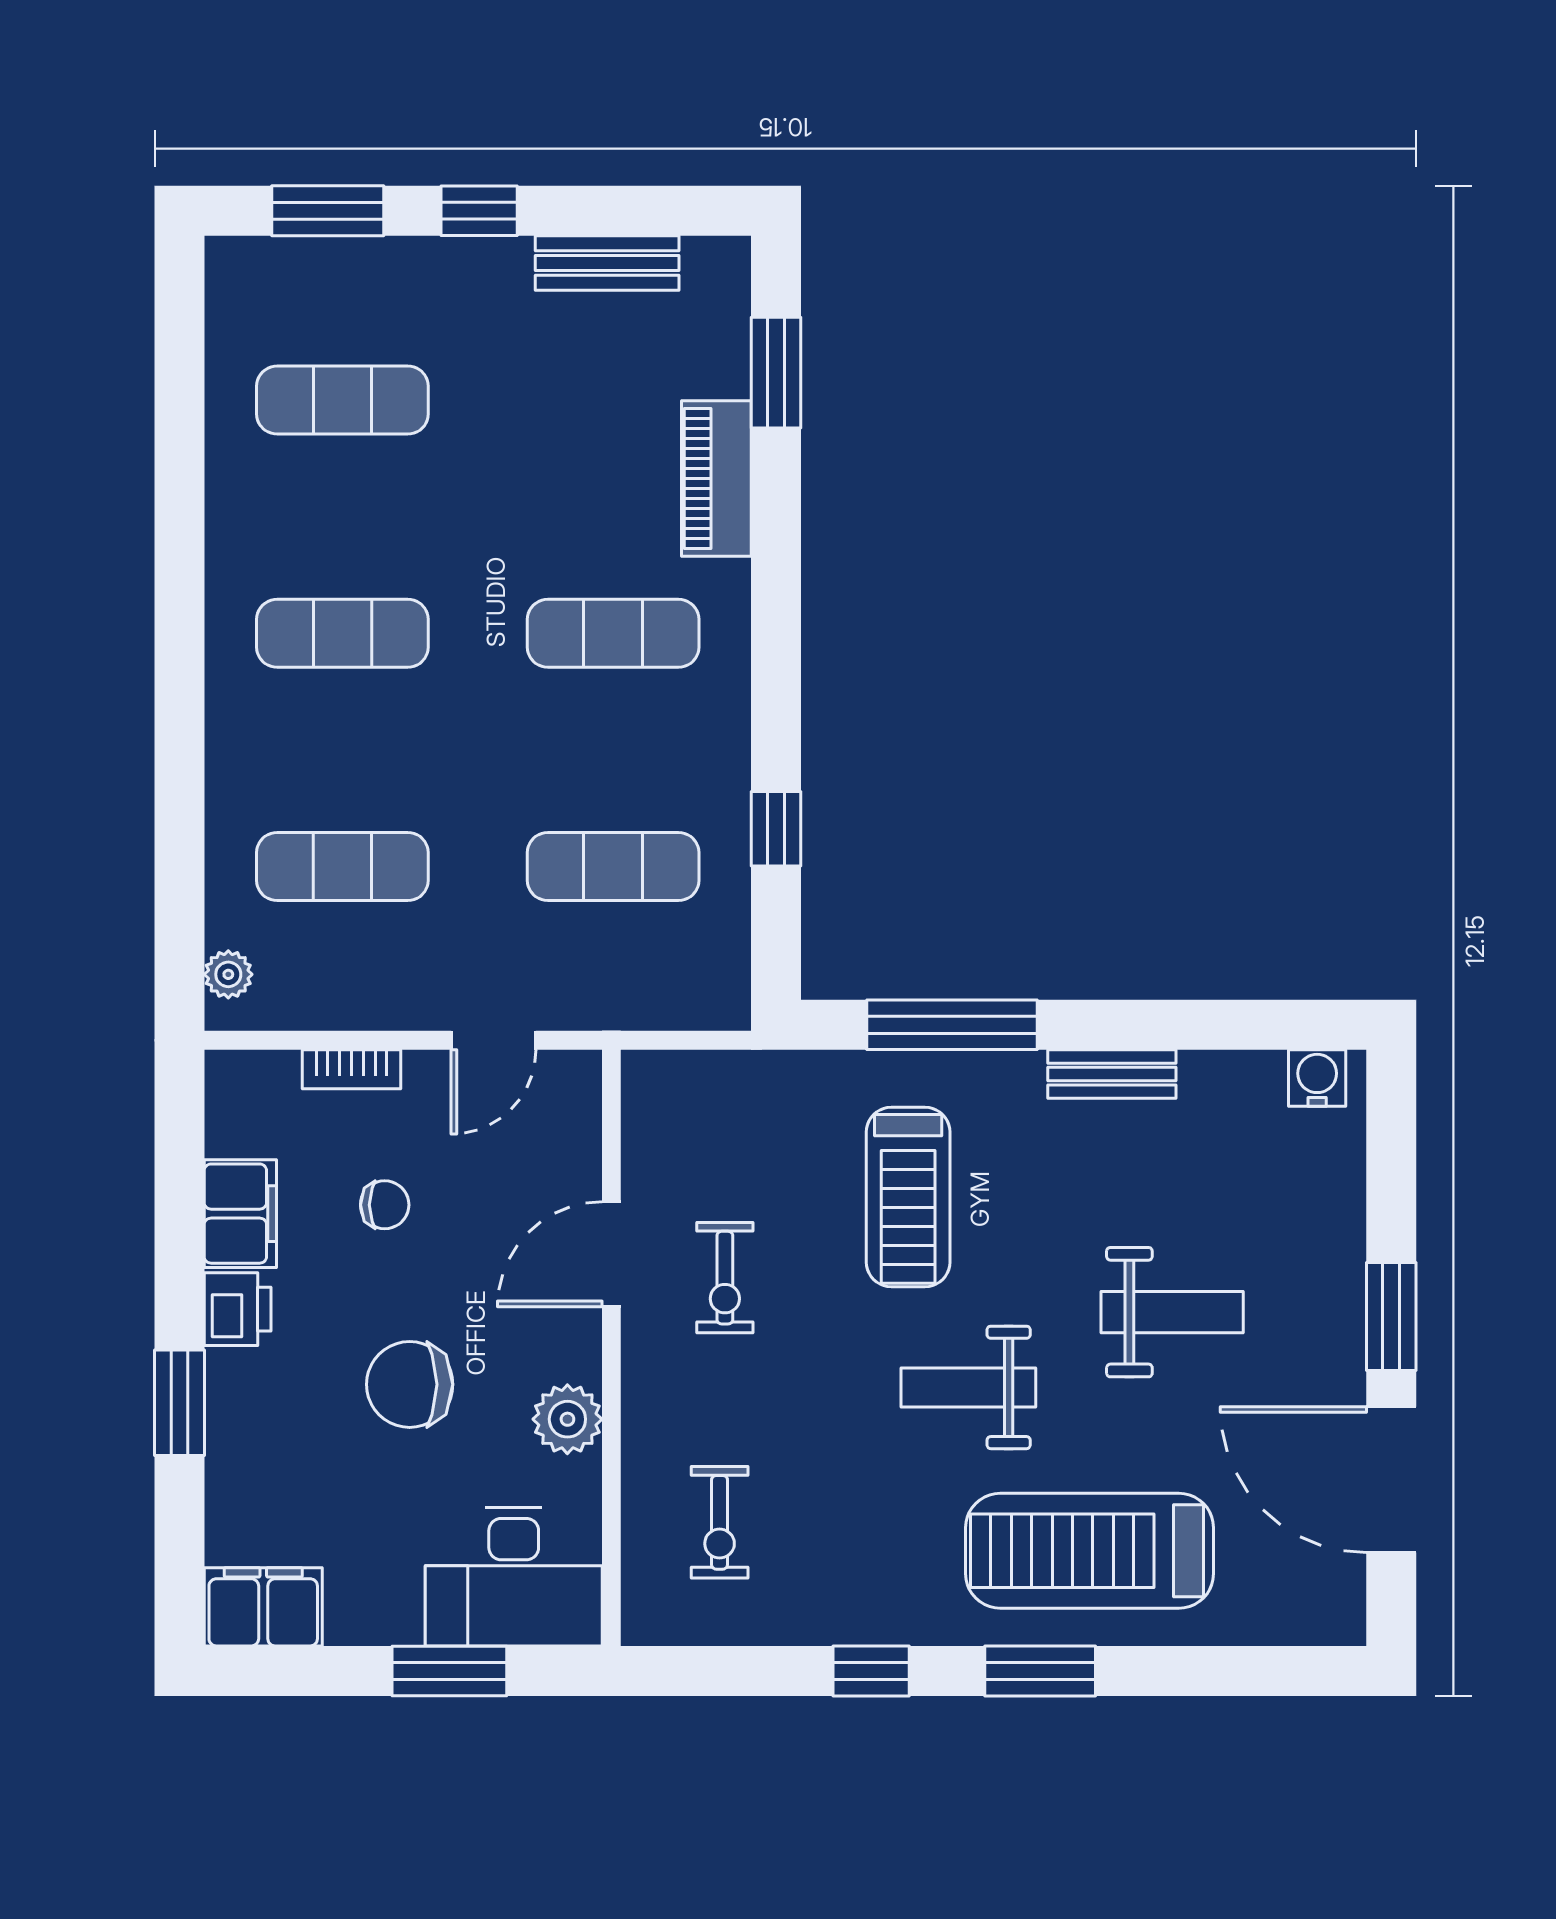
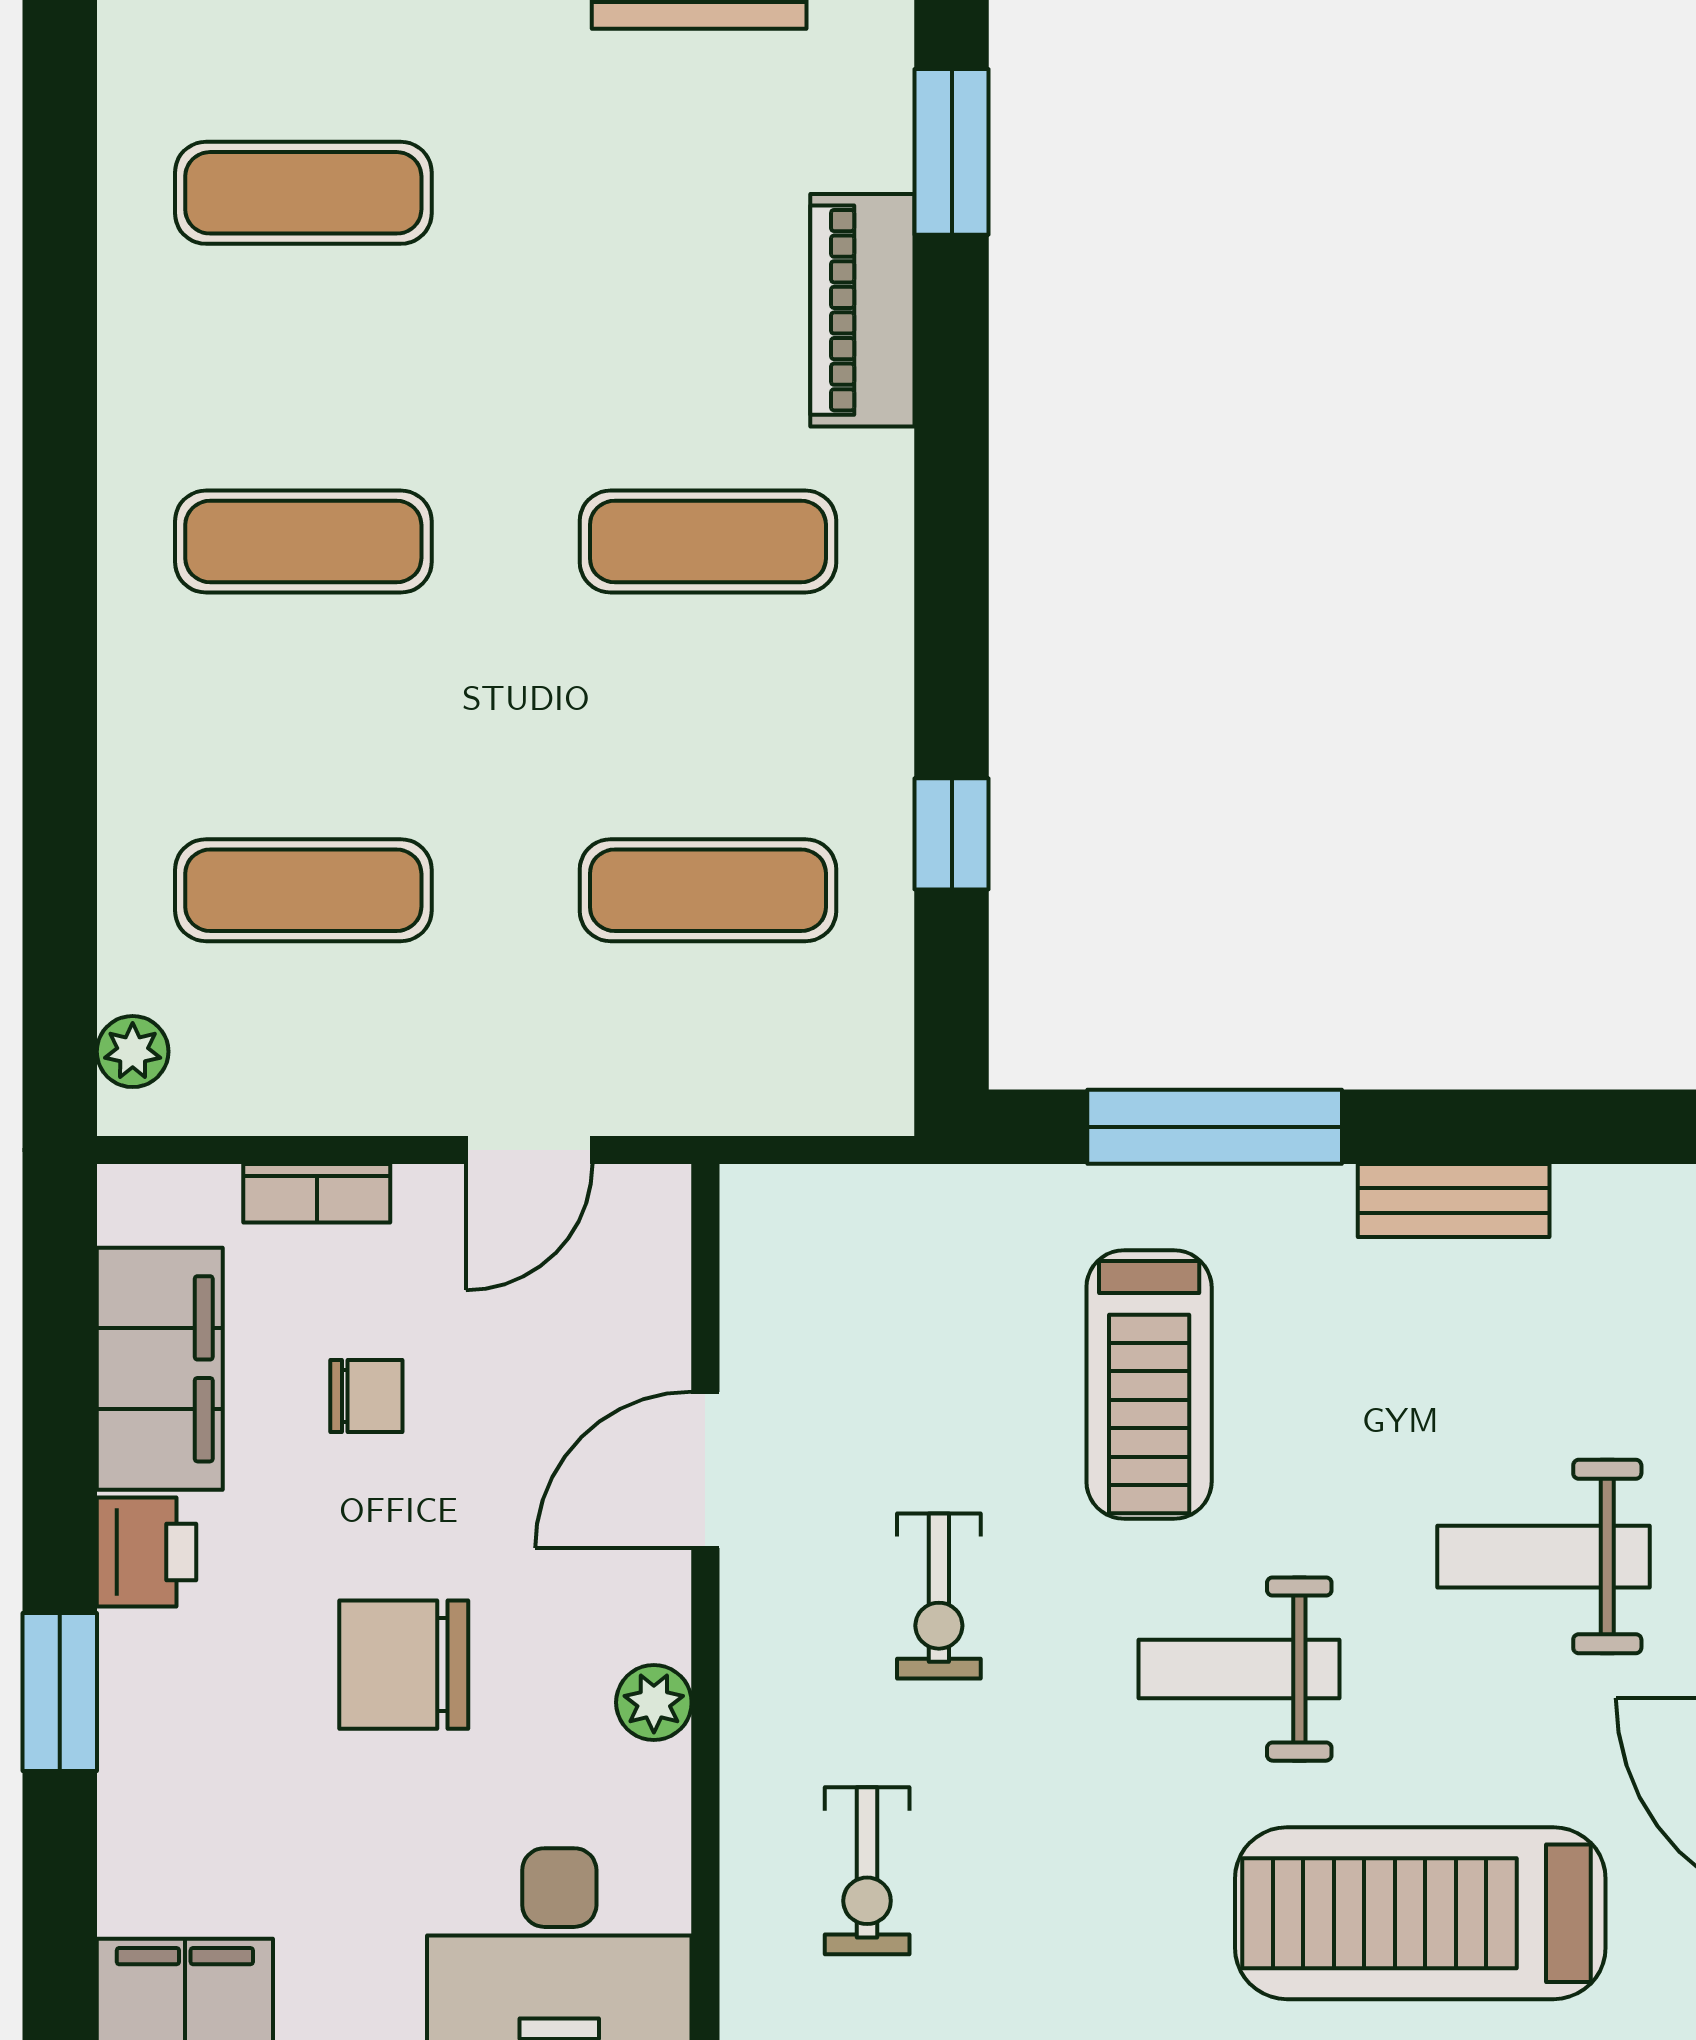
filing cabinet: (240, 1214) -> (160, 1369), width x1.50, depth x1.17
exercise bike: (725, 1278) -> (939, 1596), moved
weight bench: (1172, 1312) -> (1544, 1557), turned 180
plant: (567, 1419) -> (654, 1702), width x0.73, depth x0.73

